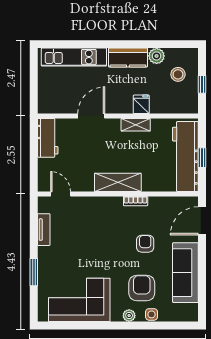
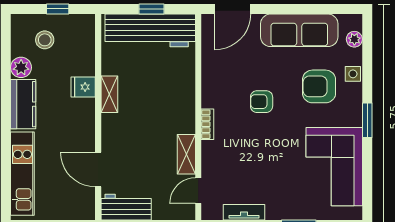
door: (91, 116) -> (98, 170), moved
shelving: (118, 182) -> (186, 154), moved, width x0.67, depth x0.75
bookcase: (136, 201) -> (207, 124), moved
door: (202, 221) -> (233, 9), hinge flipped
armchair: (145, 244) -> (262, 102), moved
plant: (129, 316) -> (354, 39), moved
window: (115, 326) -> (367, 120), added

